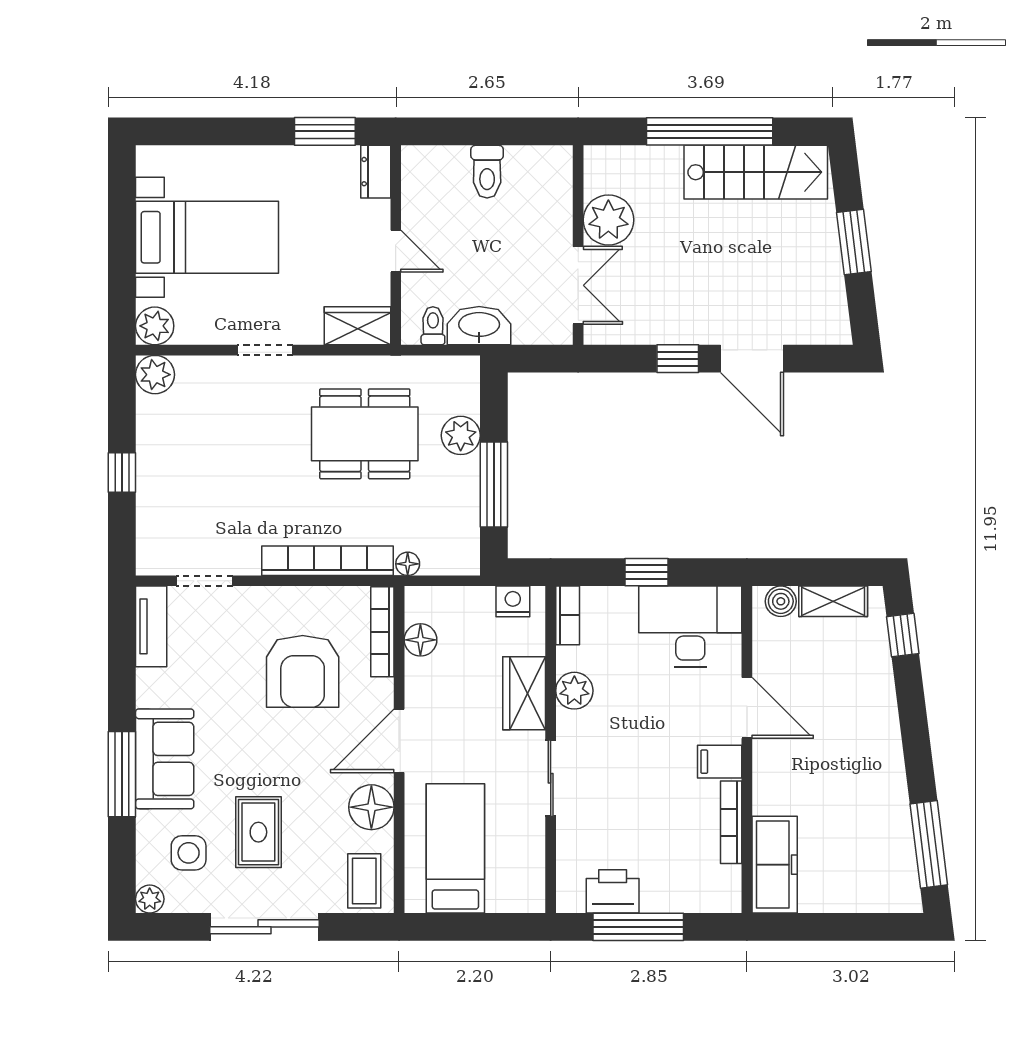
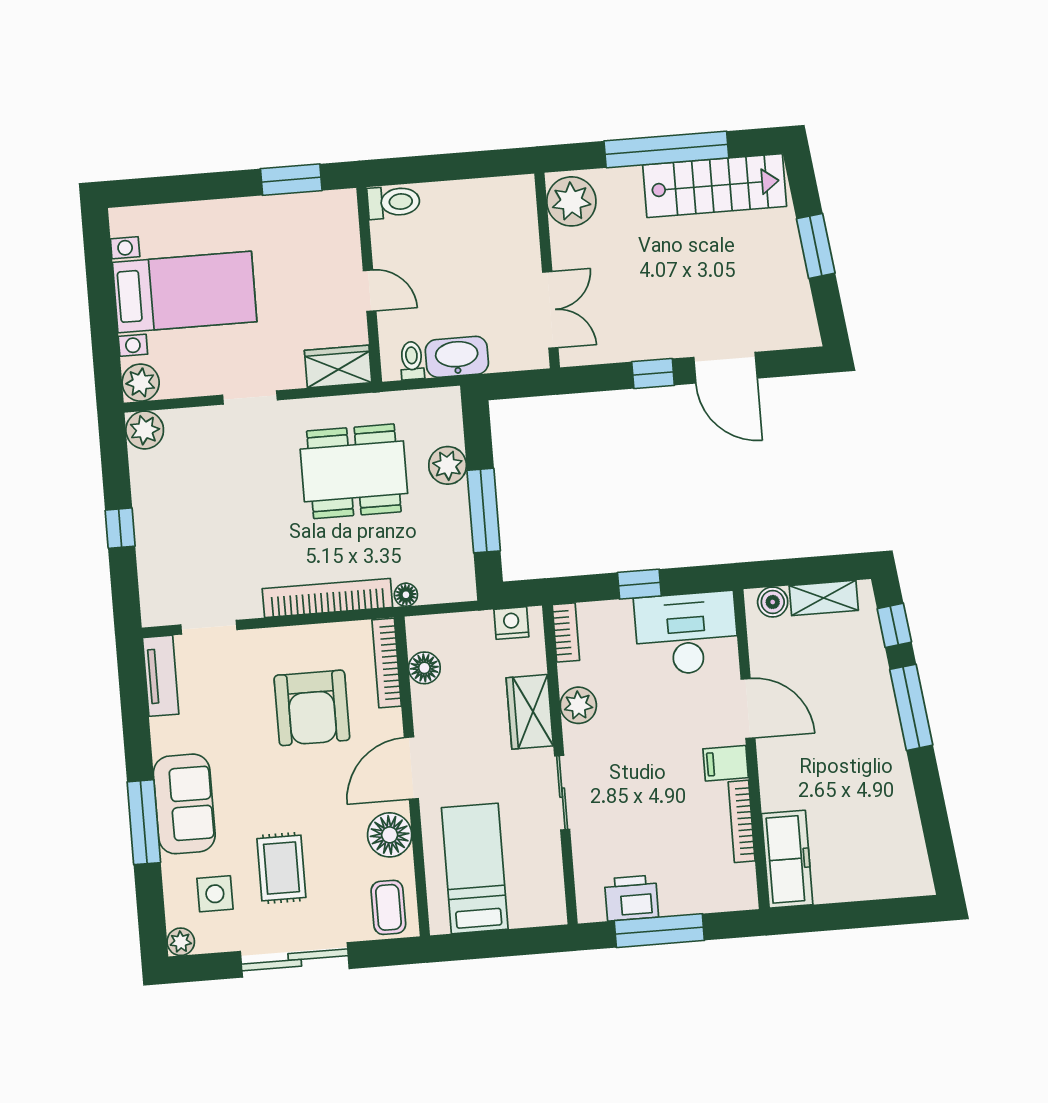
dresser: (376, 172) -> (344, 215), removed
toilet: (487, 172) -> (394, 202), moved, turned -90
plant: (608, 220) -> (571, 201), moved
window: (929, 844) -> (911, 707), moved

